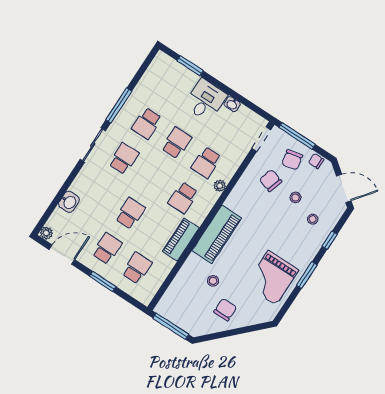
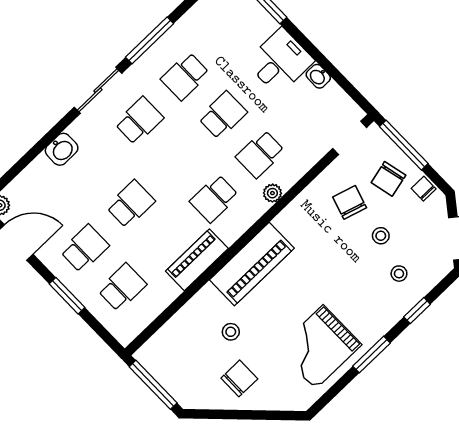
washbasin: (69, 202) -> (62, 149), moved

